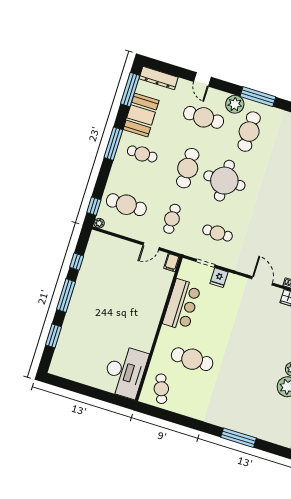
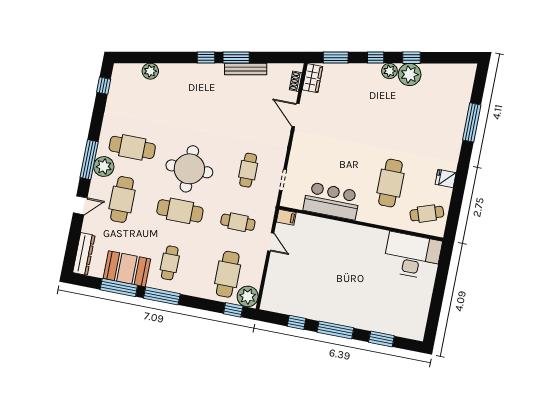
window: (130, 90) -> (119, 287), moved
window: (258, 97) -> (89, 160), moved
plant: (99, 223) -> (248, 296), width x1.88, depth x1.88
fridge: (219, 278) -> (446, 178), moved, turned 180
door: (262, 281) -> (296, 115), hinge flipped

